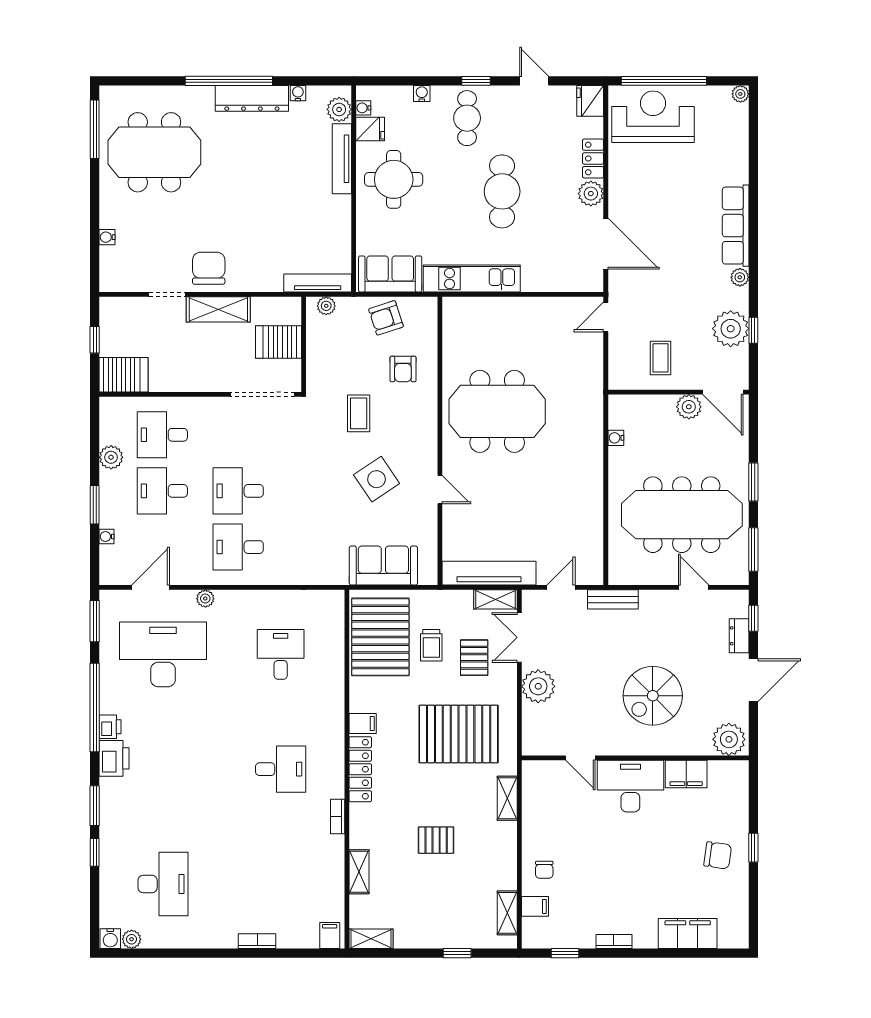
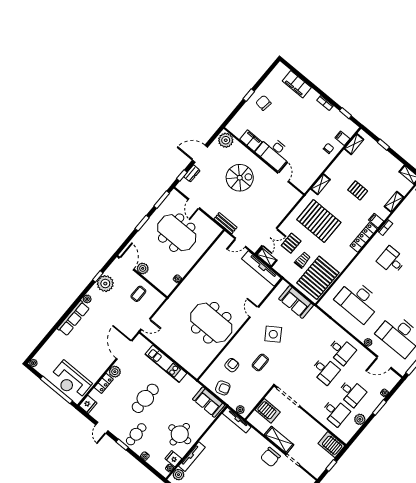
kitchen unit: (472, 278) -> (166, 364), moved
meeting table: (682, 515) -> (177, 233), width x0.73
desk: (281, 654) -> (358, 301), width x1.87, depth x1.30
plant: (538, 686) -> (277, 214), removed
filing cabinet: (363, 723) -> (376, 221), moved

